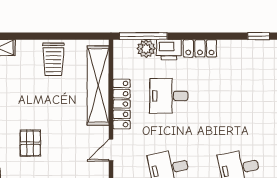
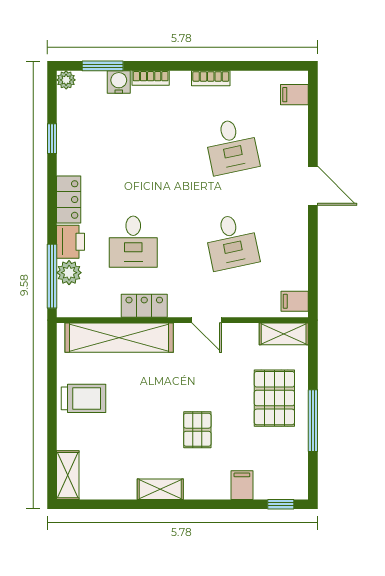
window: (259, 36) -> (52, 139), moved
locker: (122, 104) -> (144, 306), width x0.66
pallet: (30, 143) -> (197, 430), turned 90

